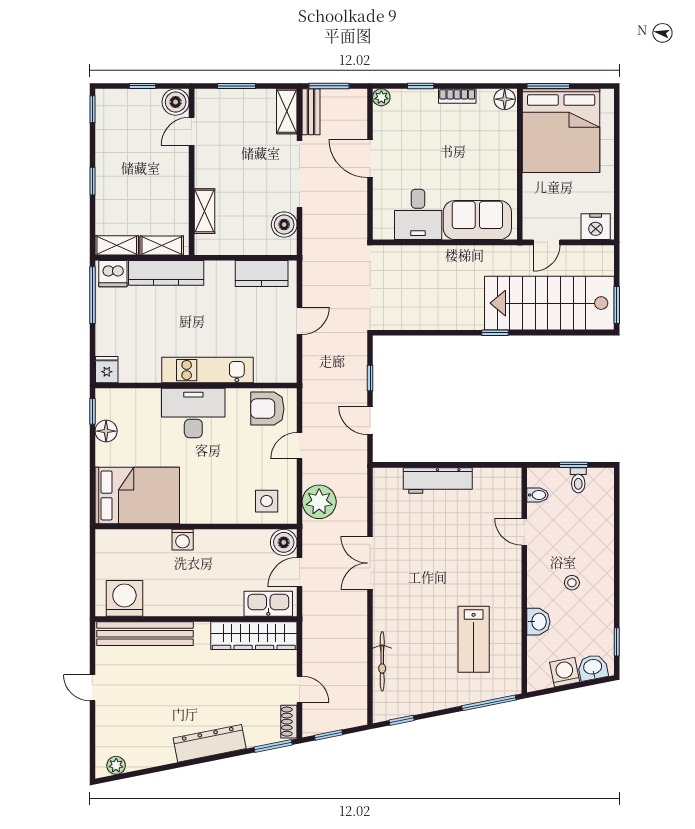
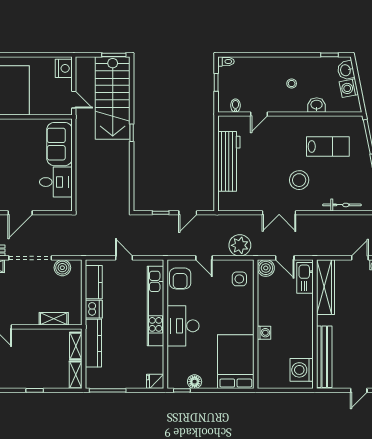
dishwasher: (113, 274) -> (94, 309), moved
kitchen unit: (208, 370) -> (156, 306), width x1.36
workbench: (438, 480) -> (229, 161), width x1.36, depth x1.32
toilet: (578, 480) -> (226, 61), moved
stool: (421, 594) -> (299, 180), added

